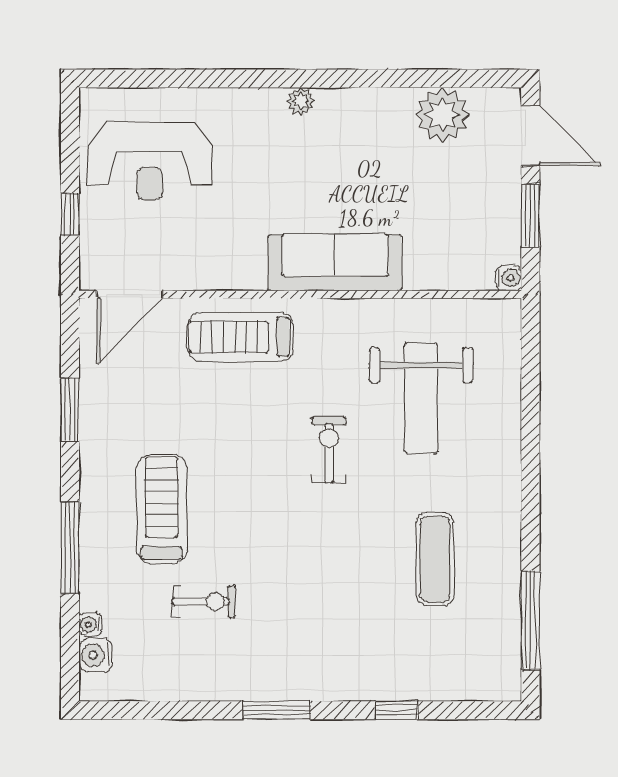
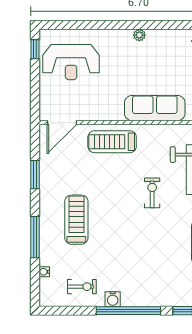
window: (70, 214) -> (35, 49), moved
exercise bike: (204, 602) -> (82, 287), moved
water cooler: (96, 655) -> (113, 299), moved, turned -90
window: (276, 710) -> (128, 311), width x2.11

